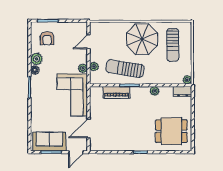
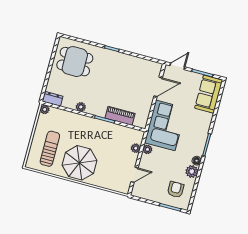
sun lounger: (125, 69) -> (105, 138), removed
sofa: (49, 142) -> (209, 94), moved, turned 90

